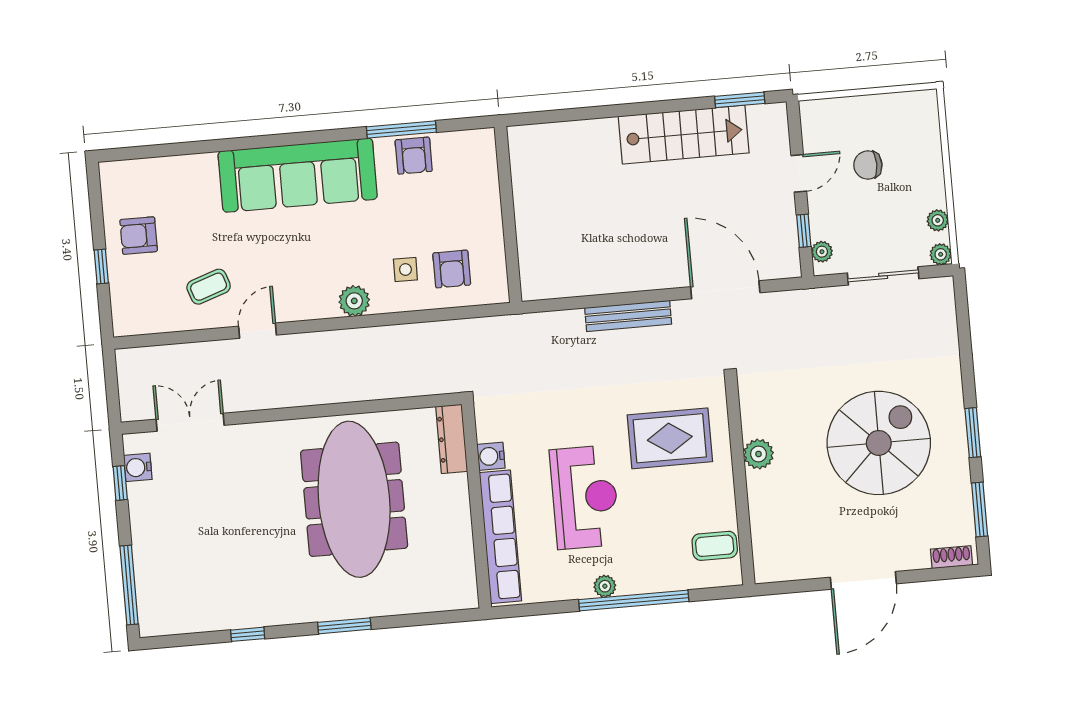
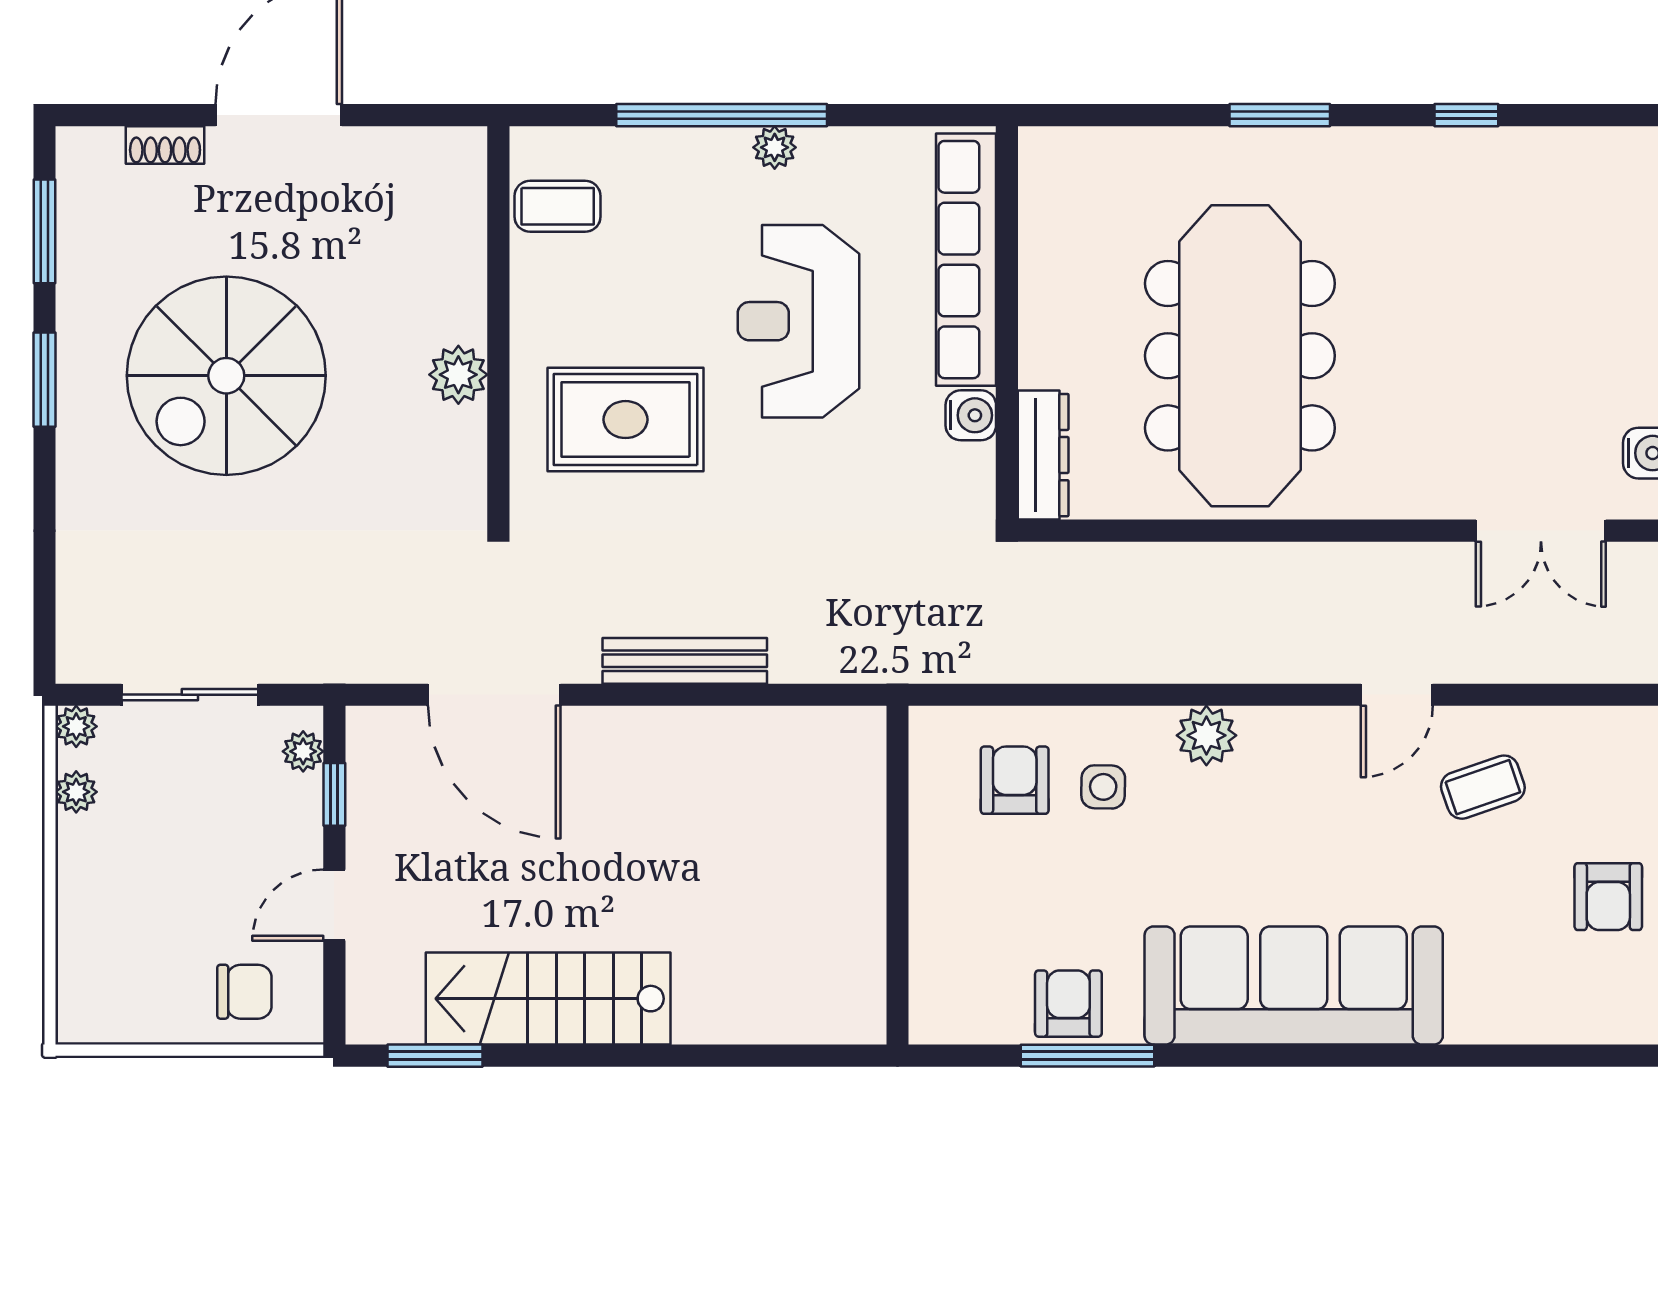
chair: (868, 165) -> (244, 992), moved
armchair: (139, 236) -> (1608, 897), turned 90
shoe rack: (951, 557) -> (165, 145), moved

